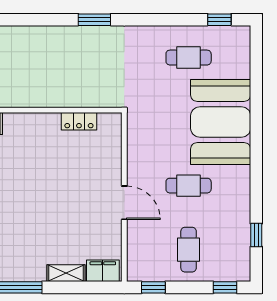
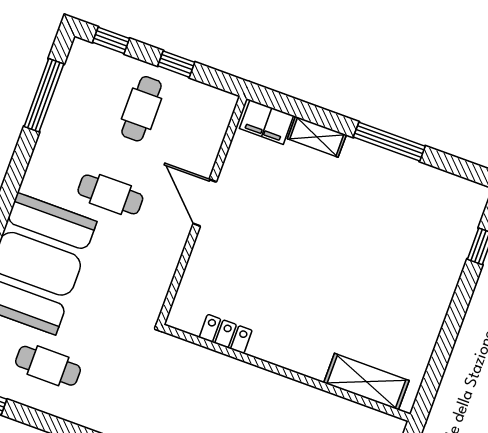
window: (256, 235) -> (44, 95), width x2.17
window: (153, 287) -> (176, 64), moved

